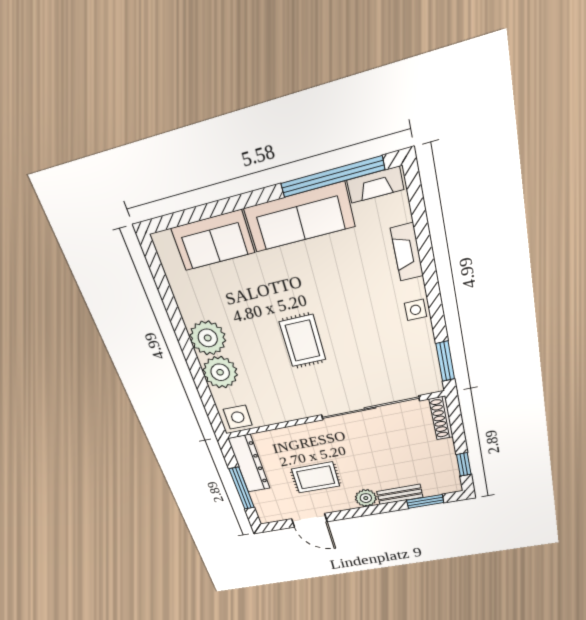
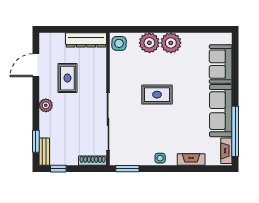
window: (242, 488) -> (69, 29), removed
bench: (400, 494) -> (44, 152), moved

